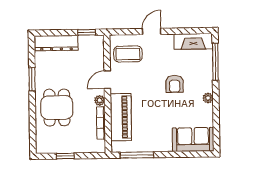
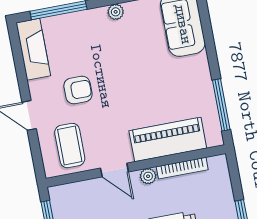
armchair: (175, 84) -> (78, 90), moved

